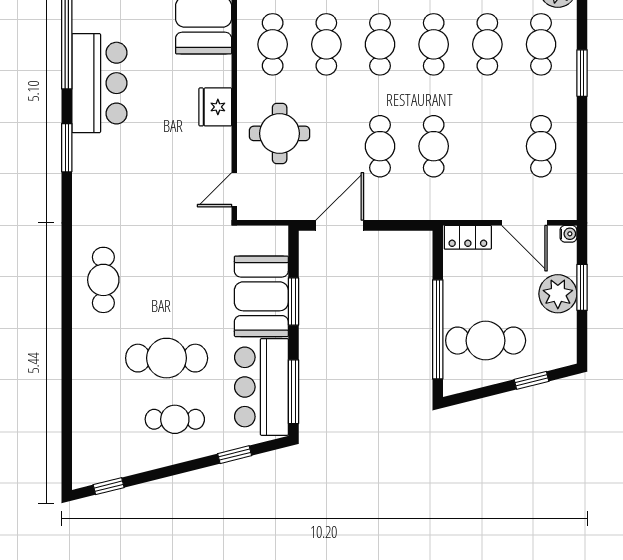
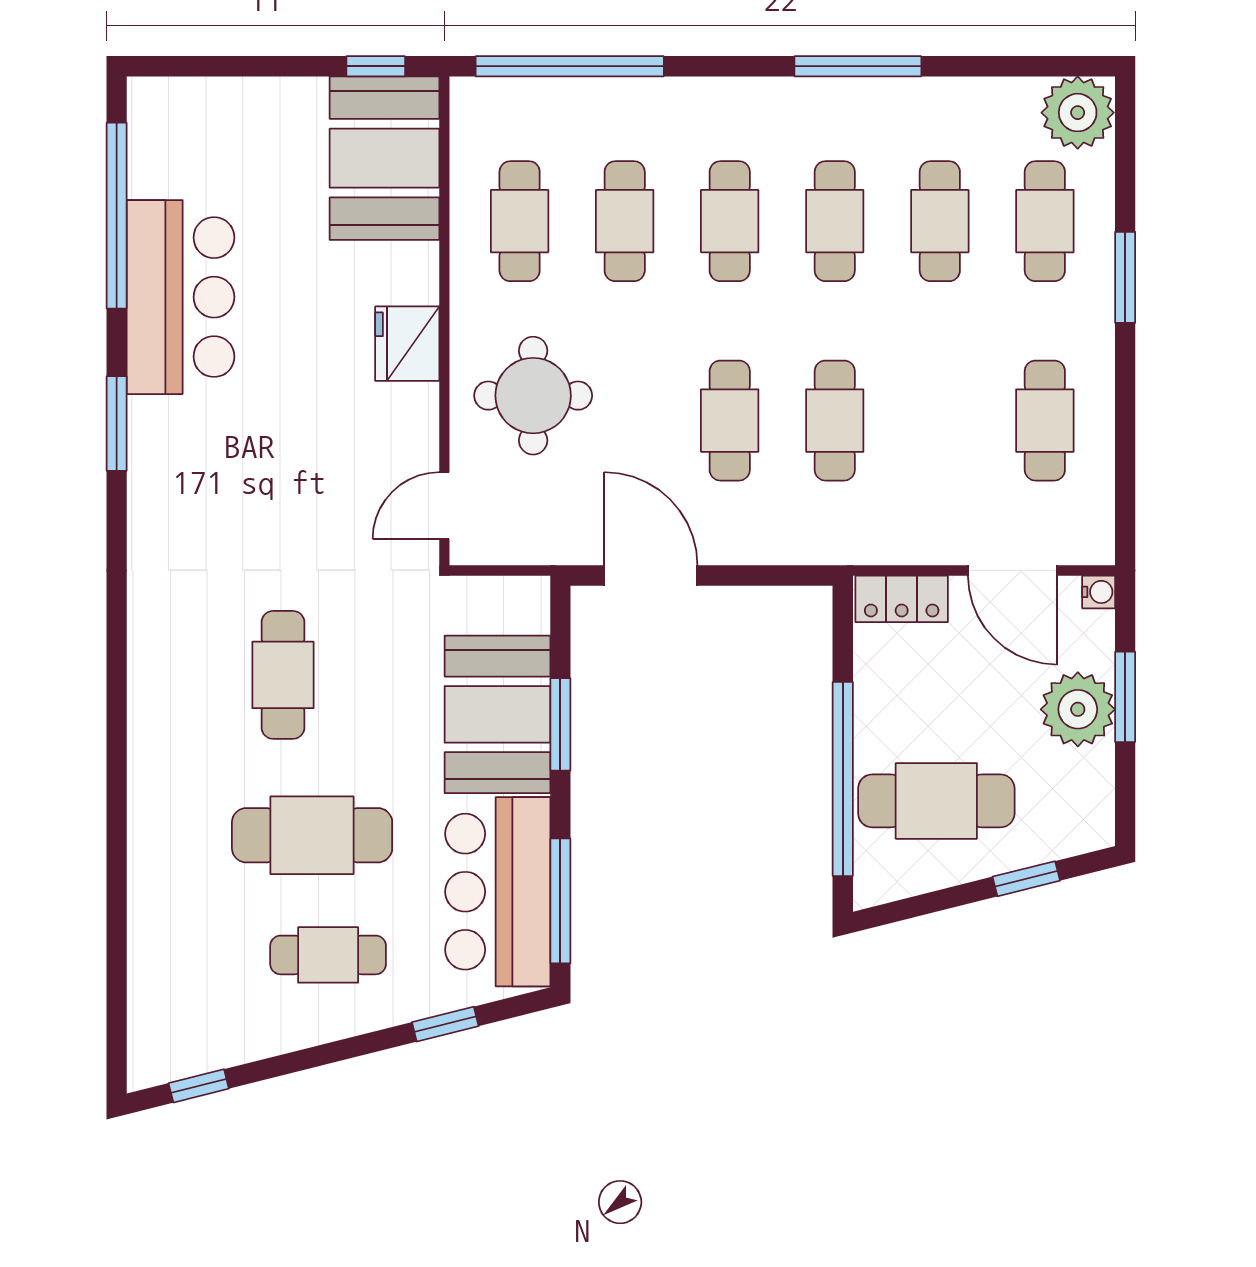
door: (340, 225) -> (651, 576), hinge flipped
cafe table: (103, 280) -> (283, 675), moved

